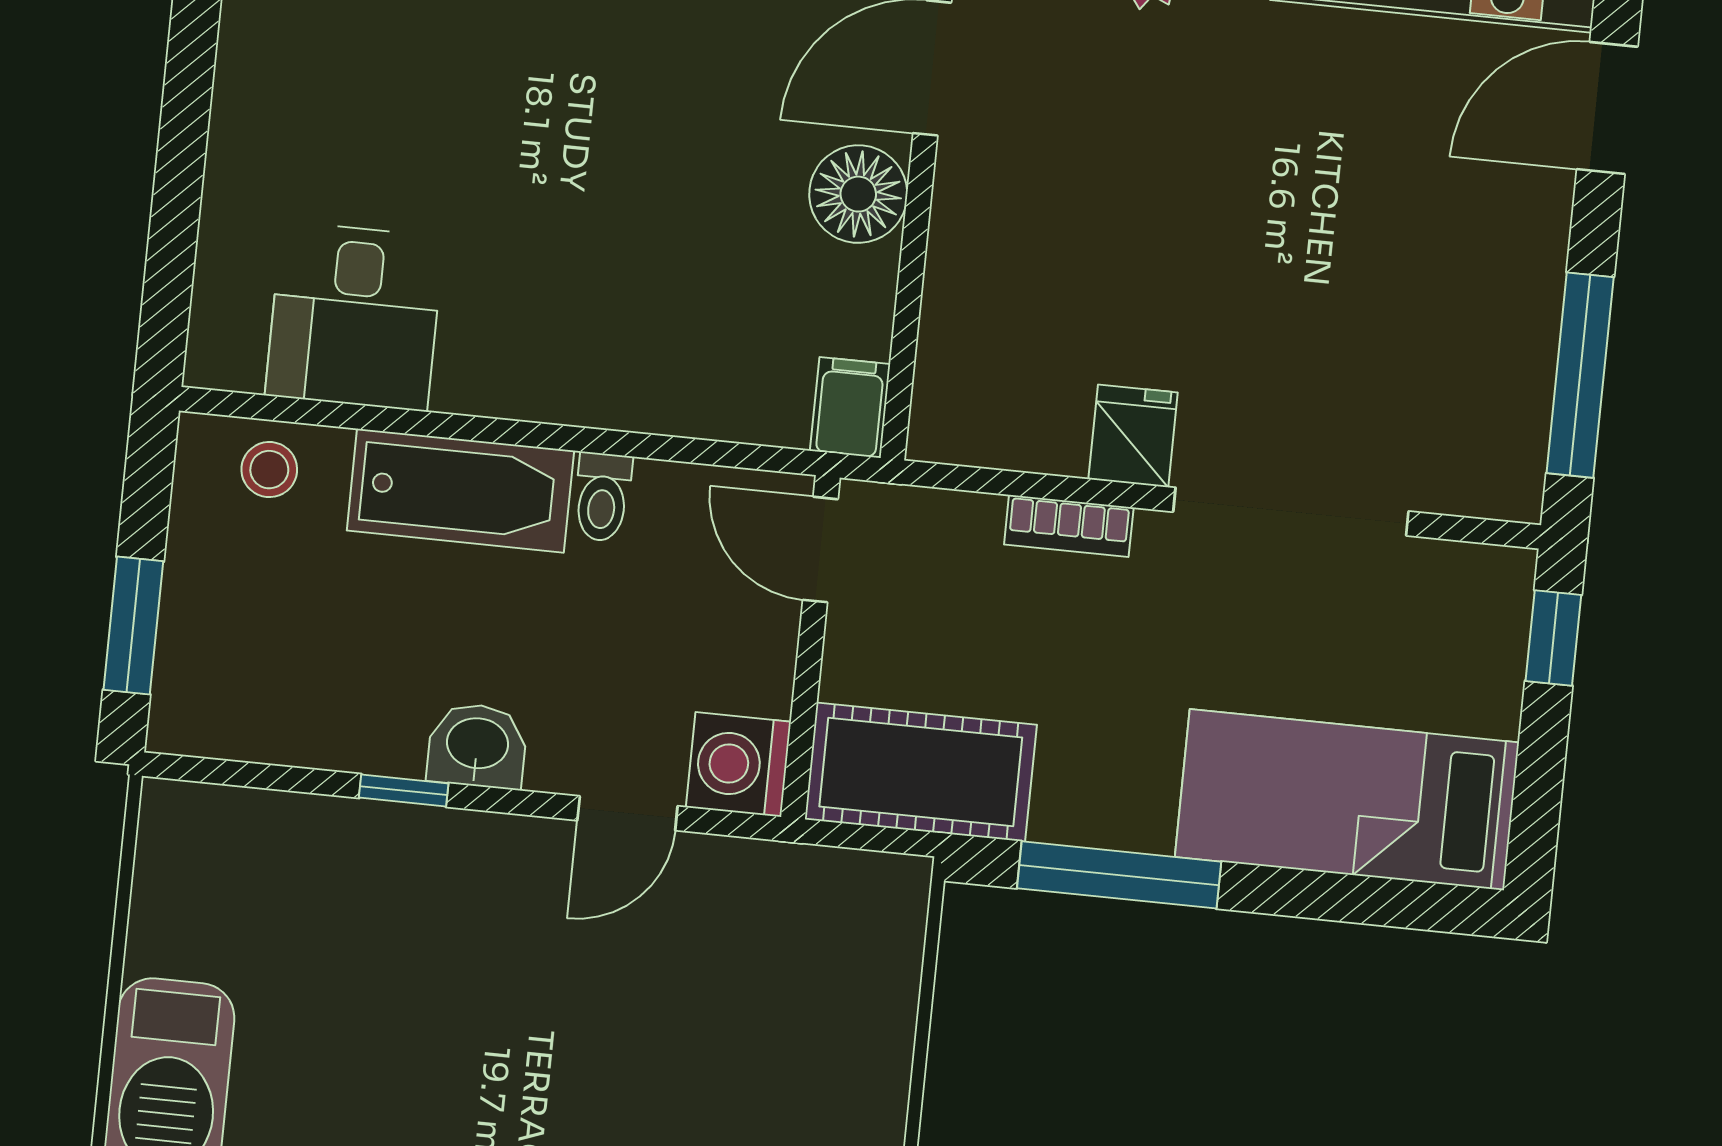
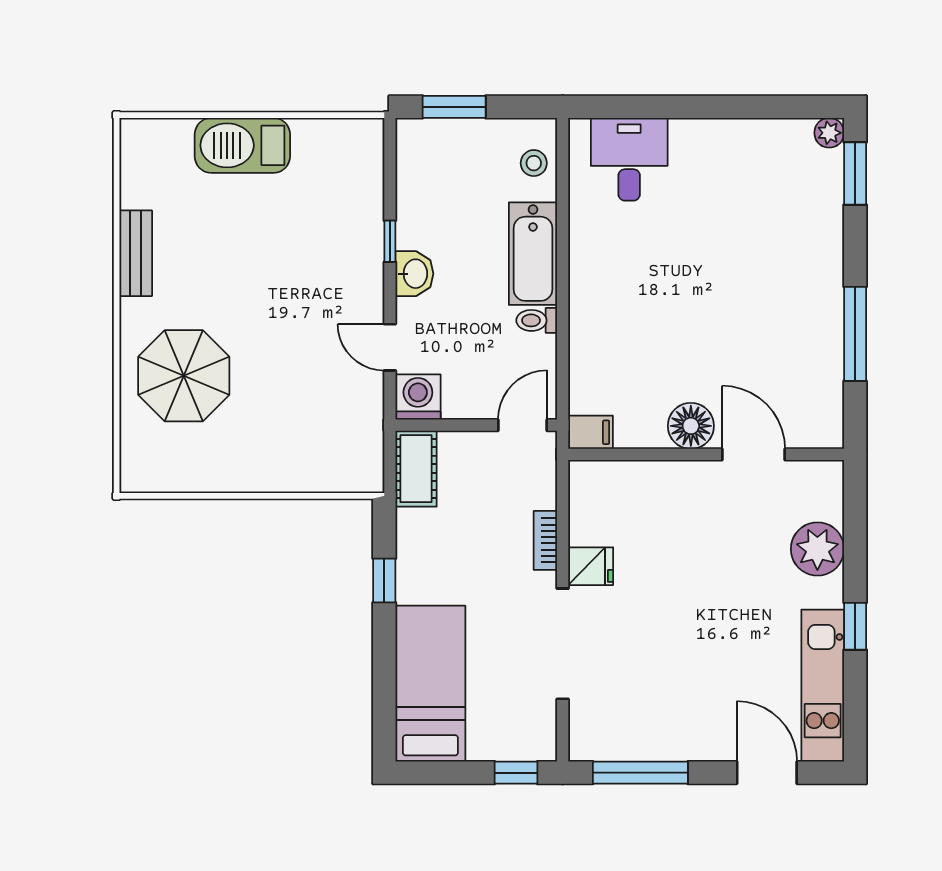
desk: (355, 316) -> (629, 159), moved, turned 90
cot: (921, 772) -> (416, 469), width x0.73, depth x0.75
window: (1119, 875) -> (384, 580), width x0.46

